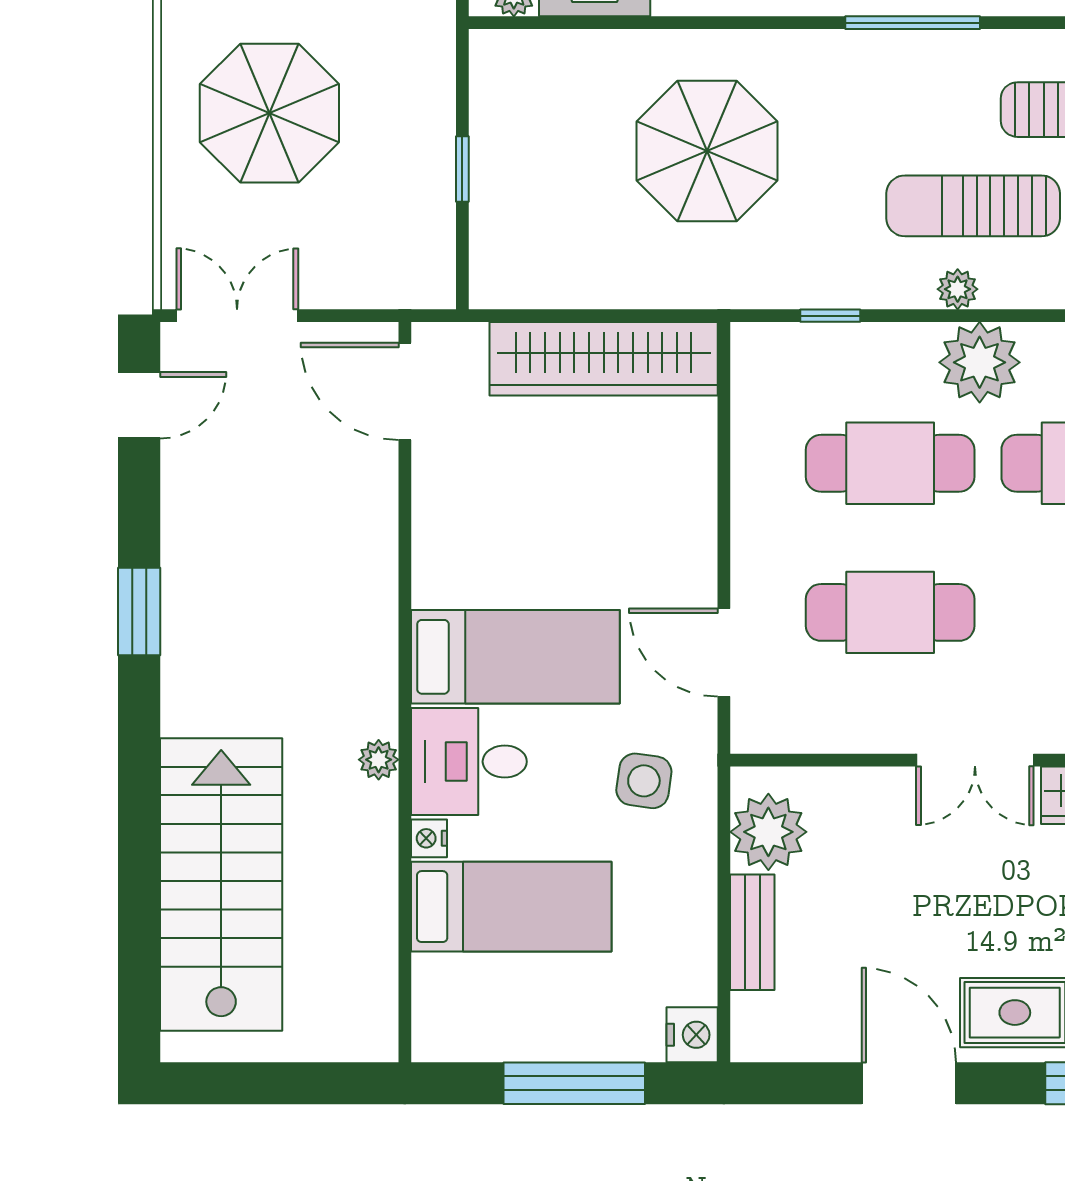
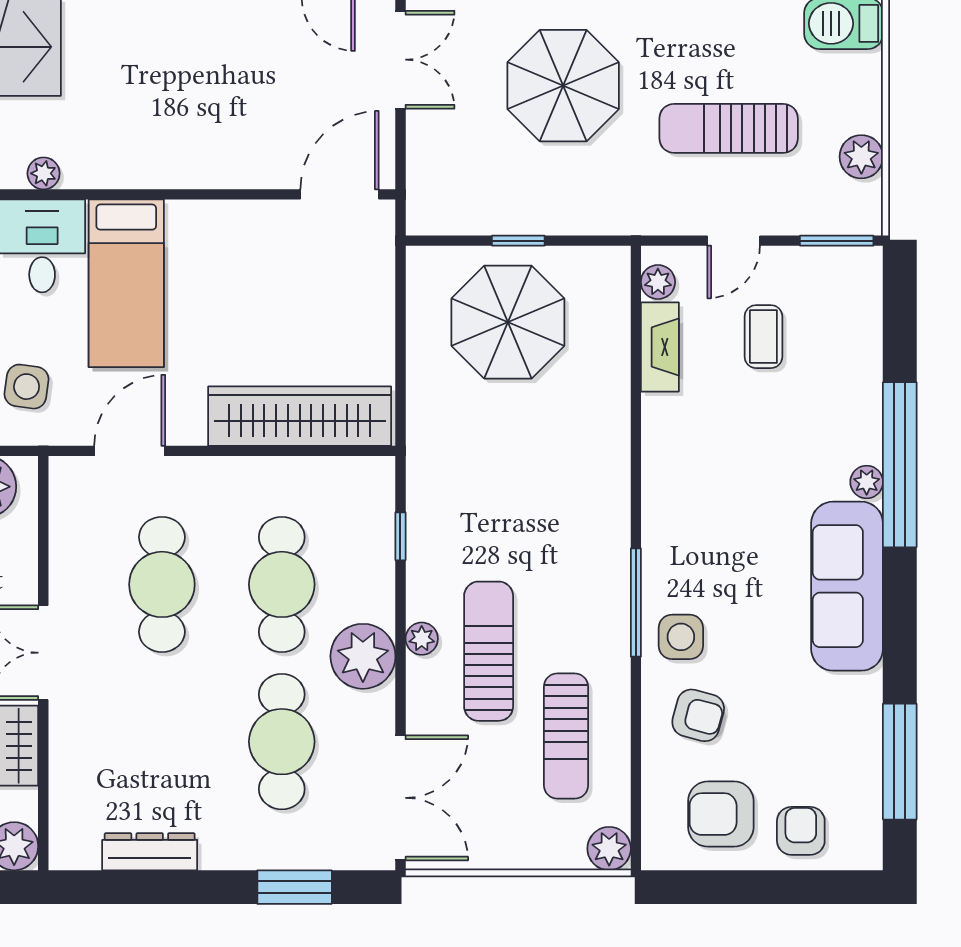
parasol: (707, 151) -> (508, 322), moved
wardrobe: (604, 359) -> (300, 416), moved, turned 90

